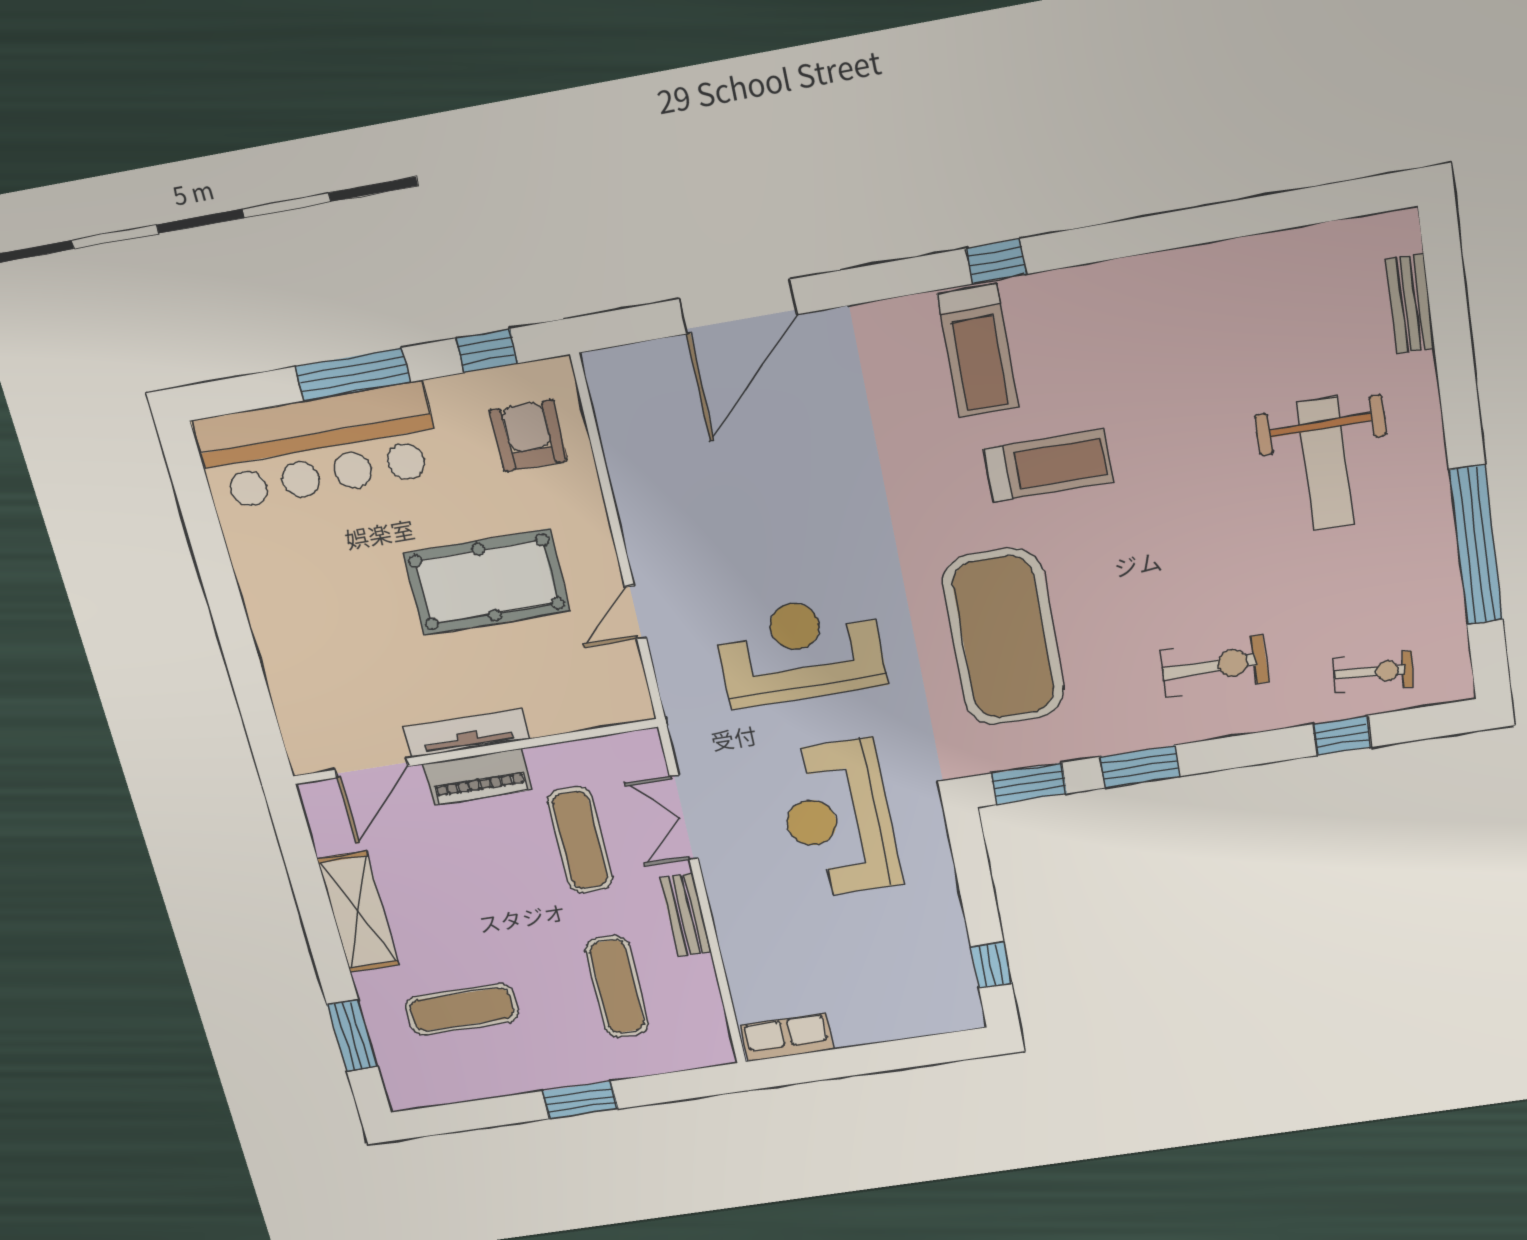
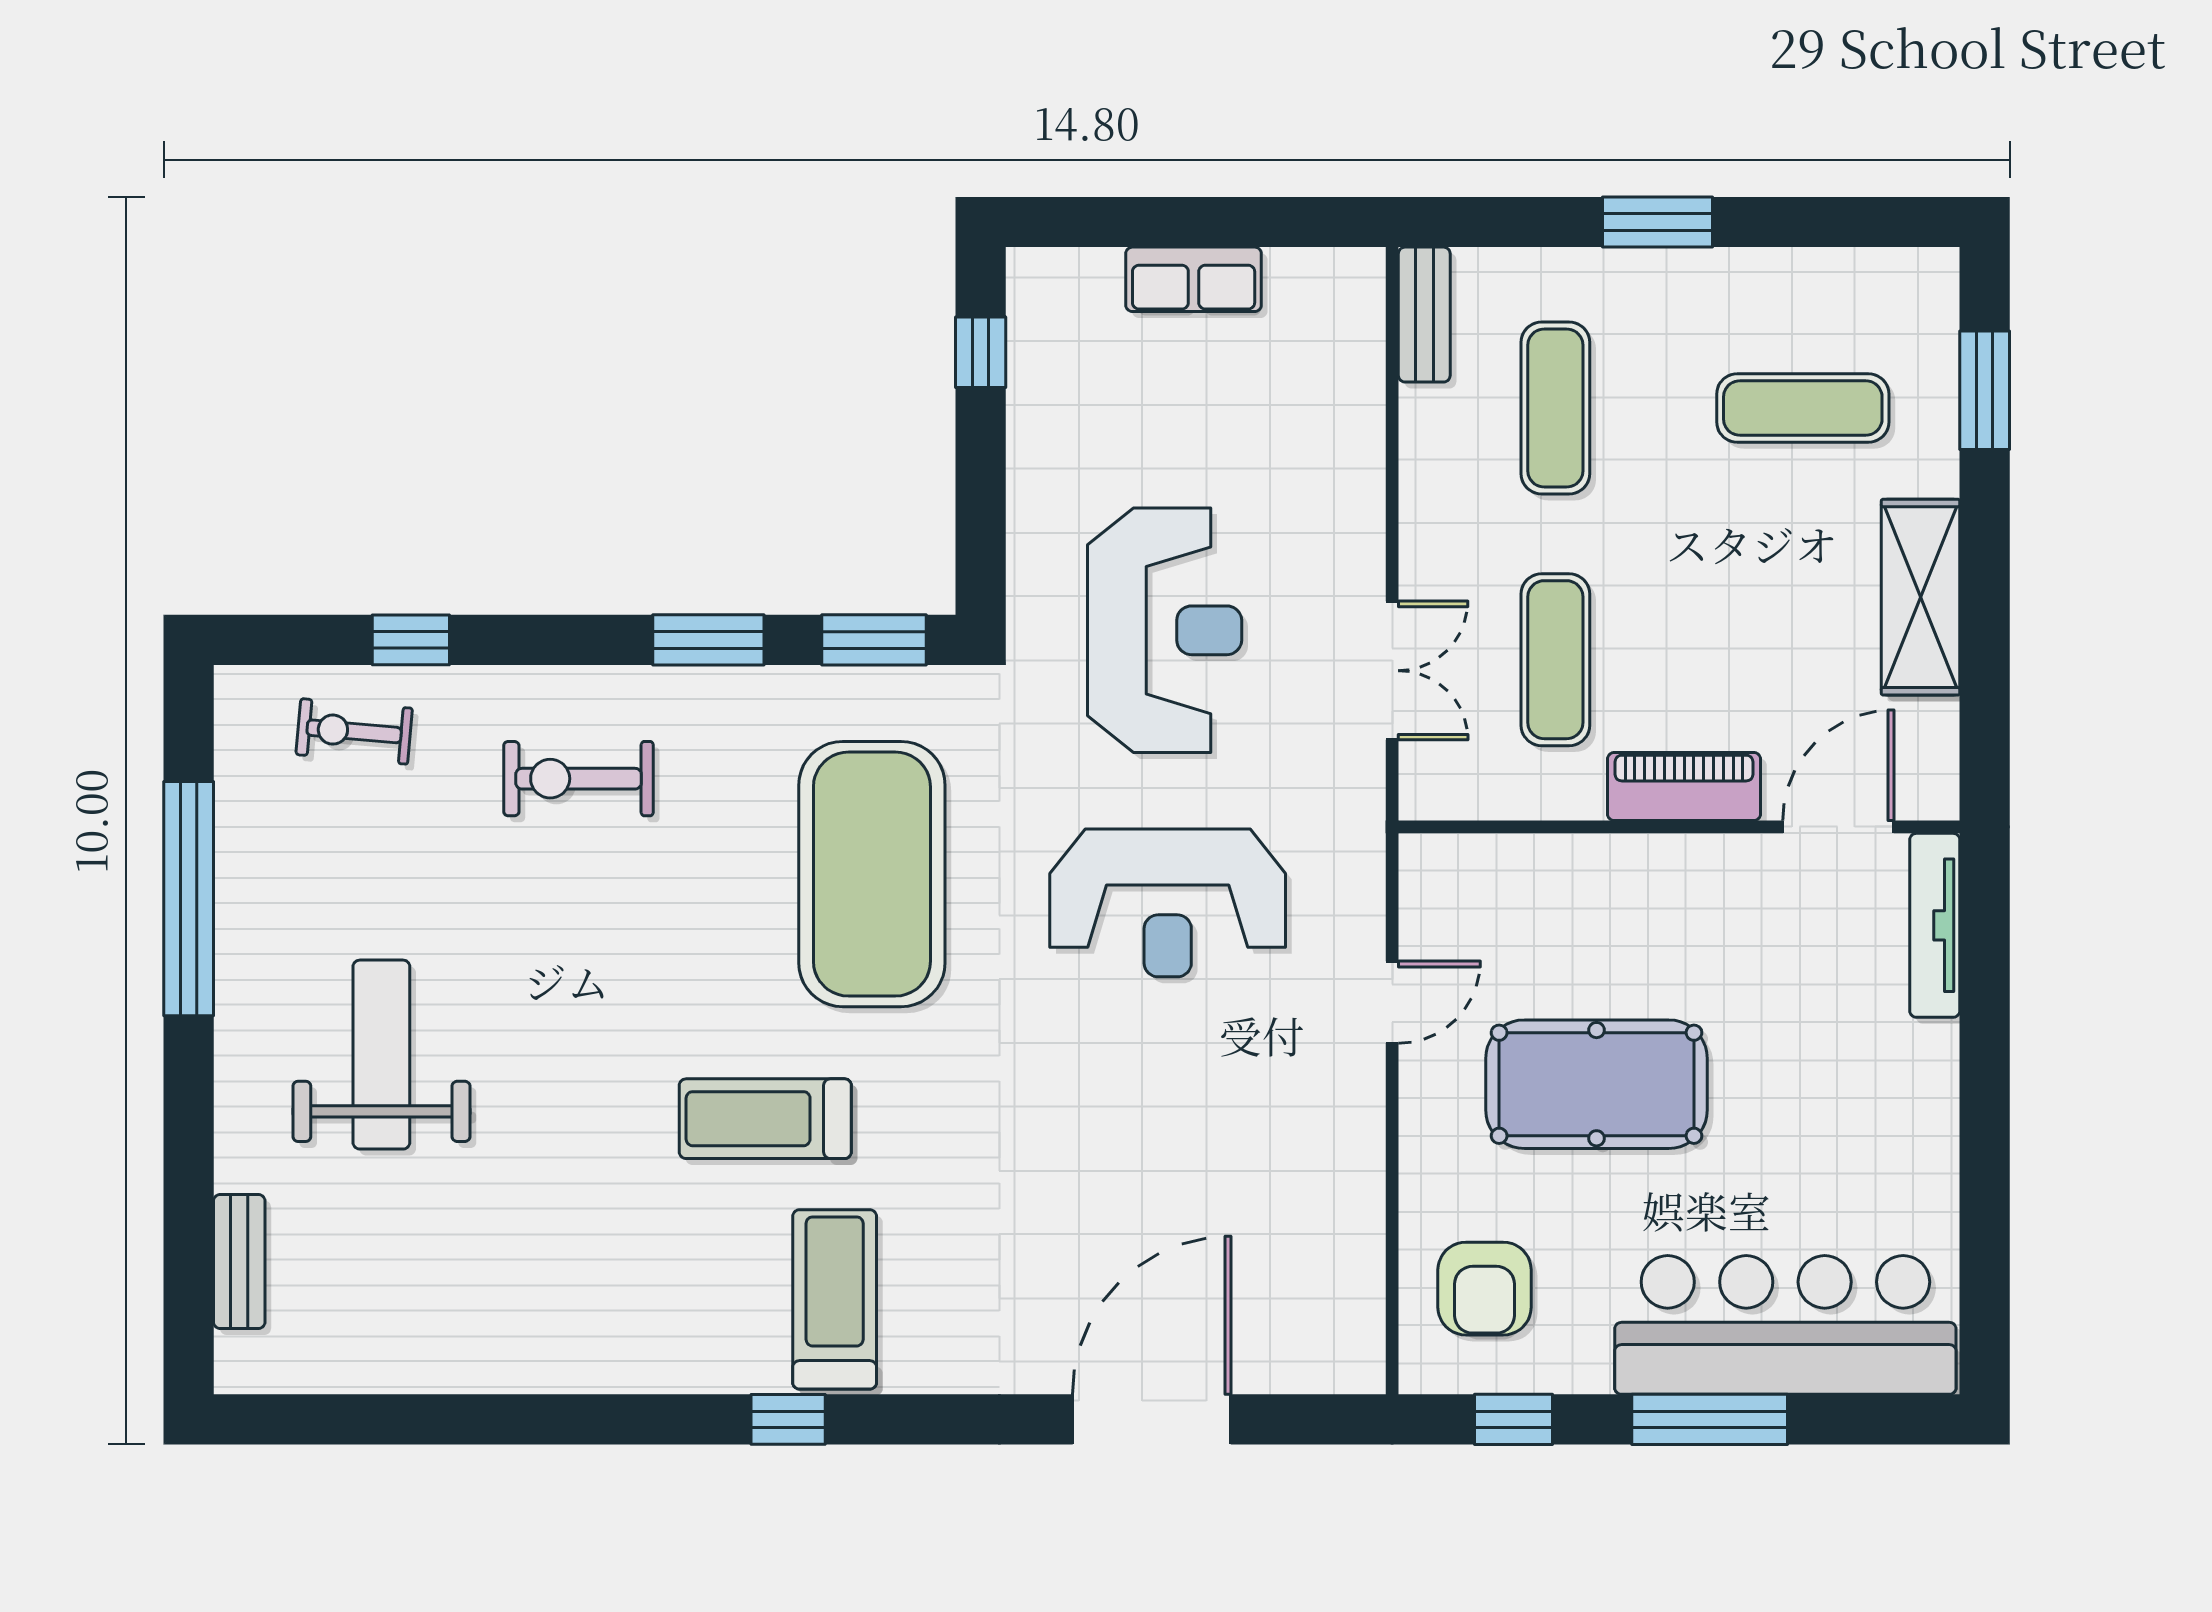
tv unit: (467, 733) -> (1935, 925), moved, turned 90
bench: (686, 915) -> (1424, 315), moved
row of seats: (787, 1037) -> (1194, 279), moved

